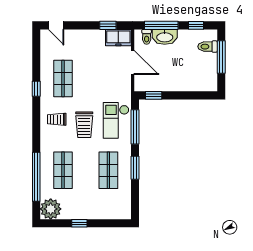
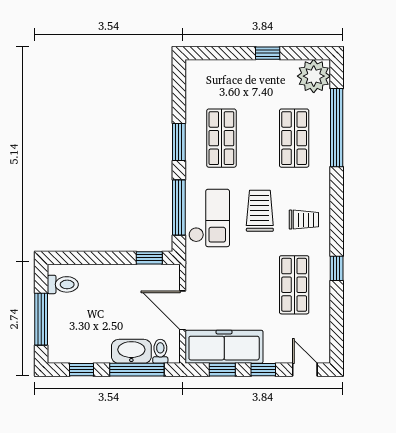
window: (82, 25) -> (263, 370), added
freezer: (118, 38) -> (224, 347), width x1.91, depth x1.26
toilet: (208, 47) -> (63, 284), moved

